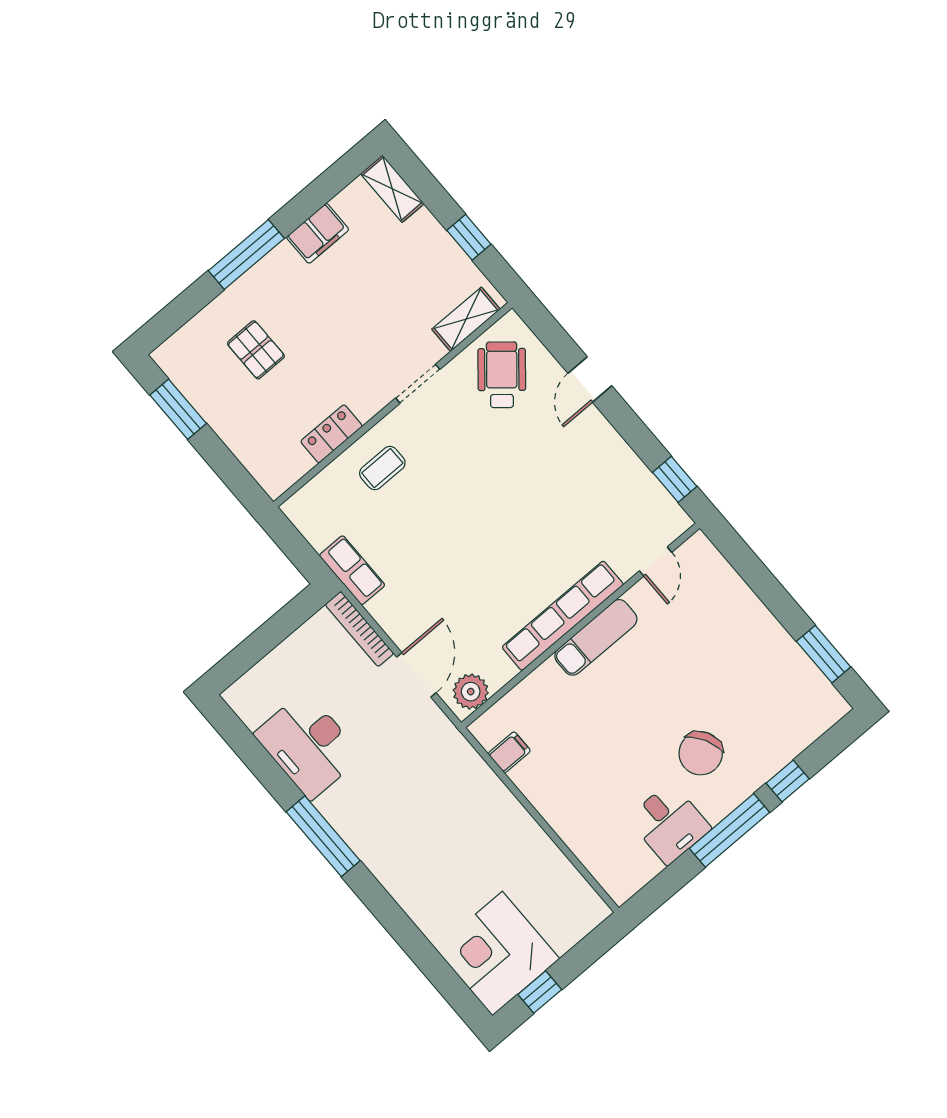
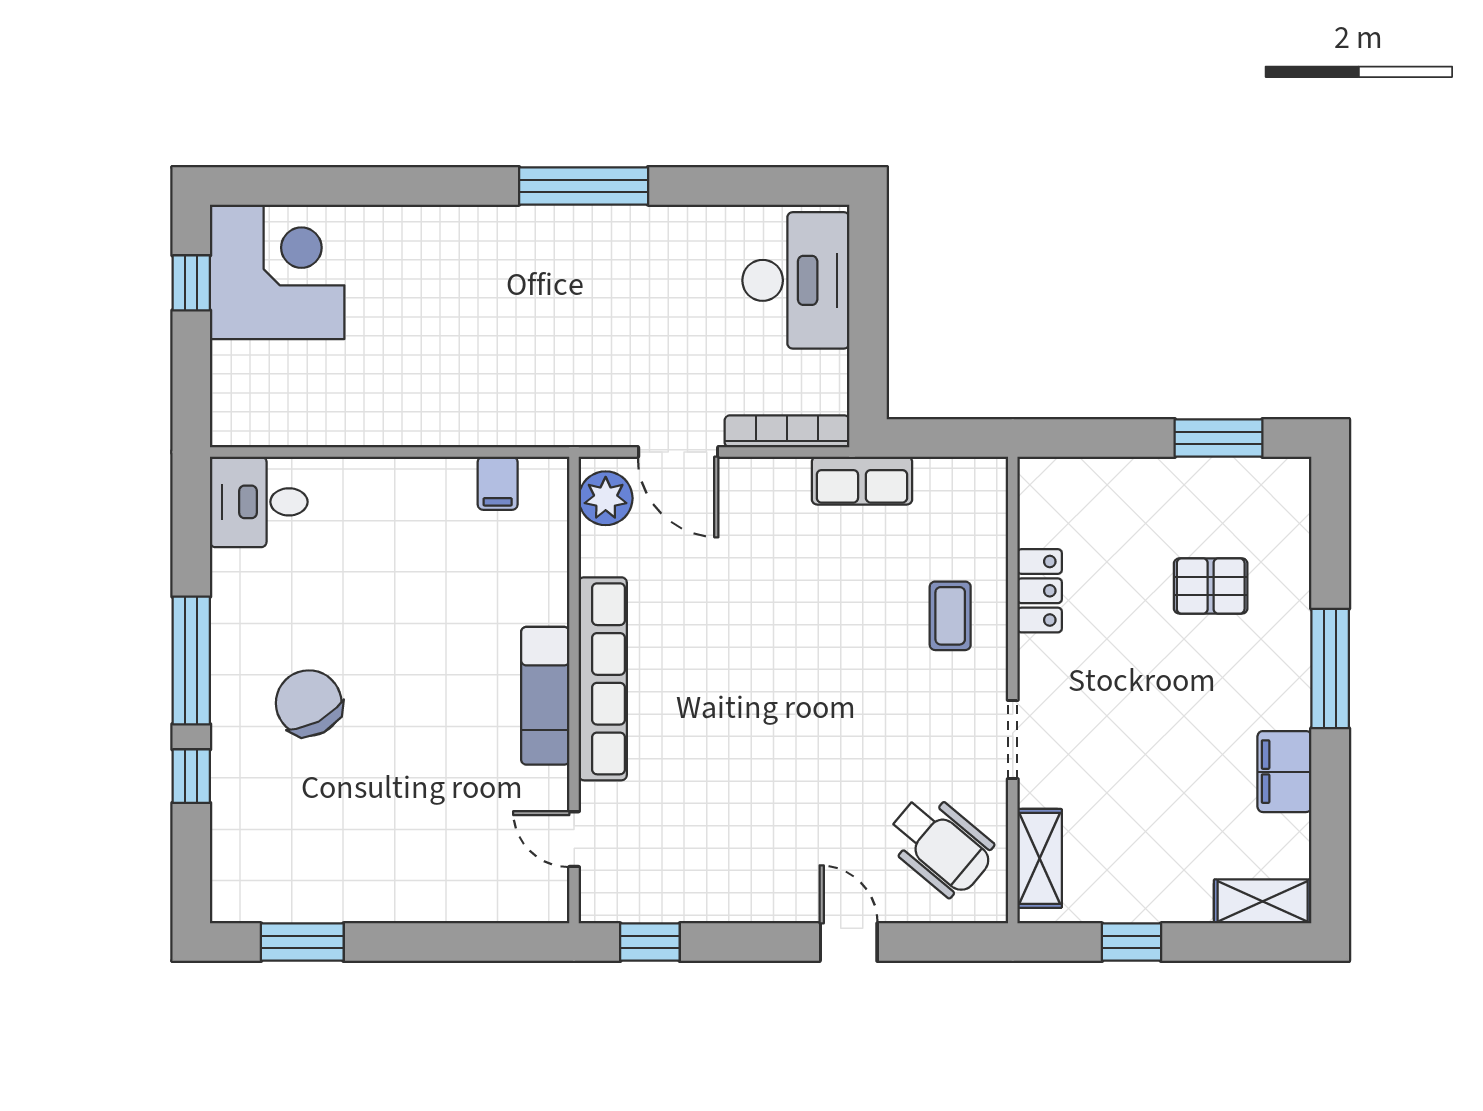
desk: (308, 745) -> (796, 280), moved, turned 90
desk: (669, 823) -> (259, 502), moved

